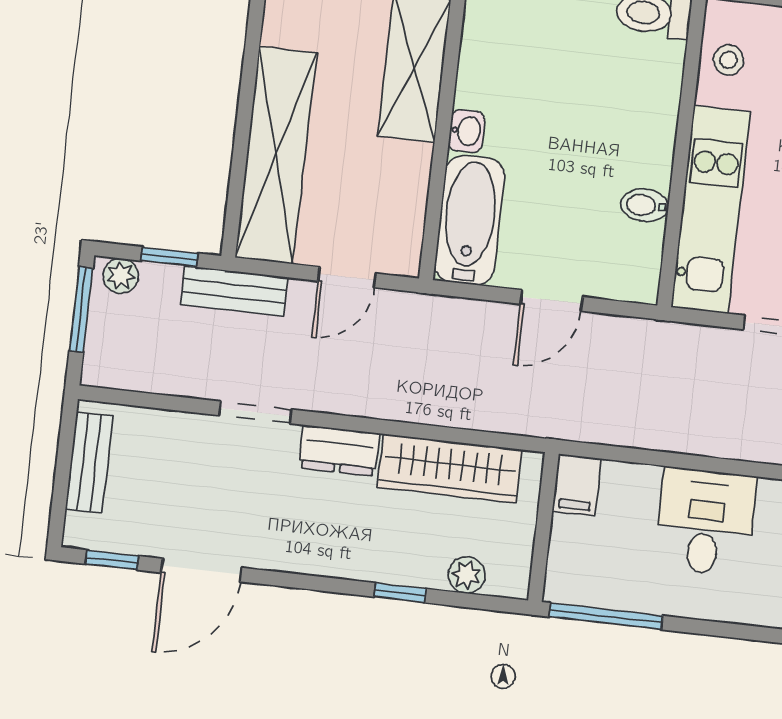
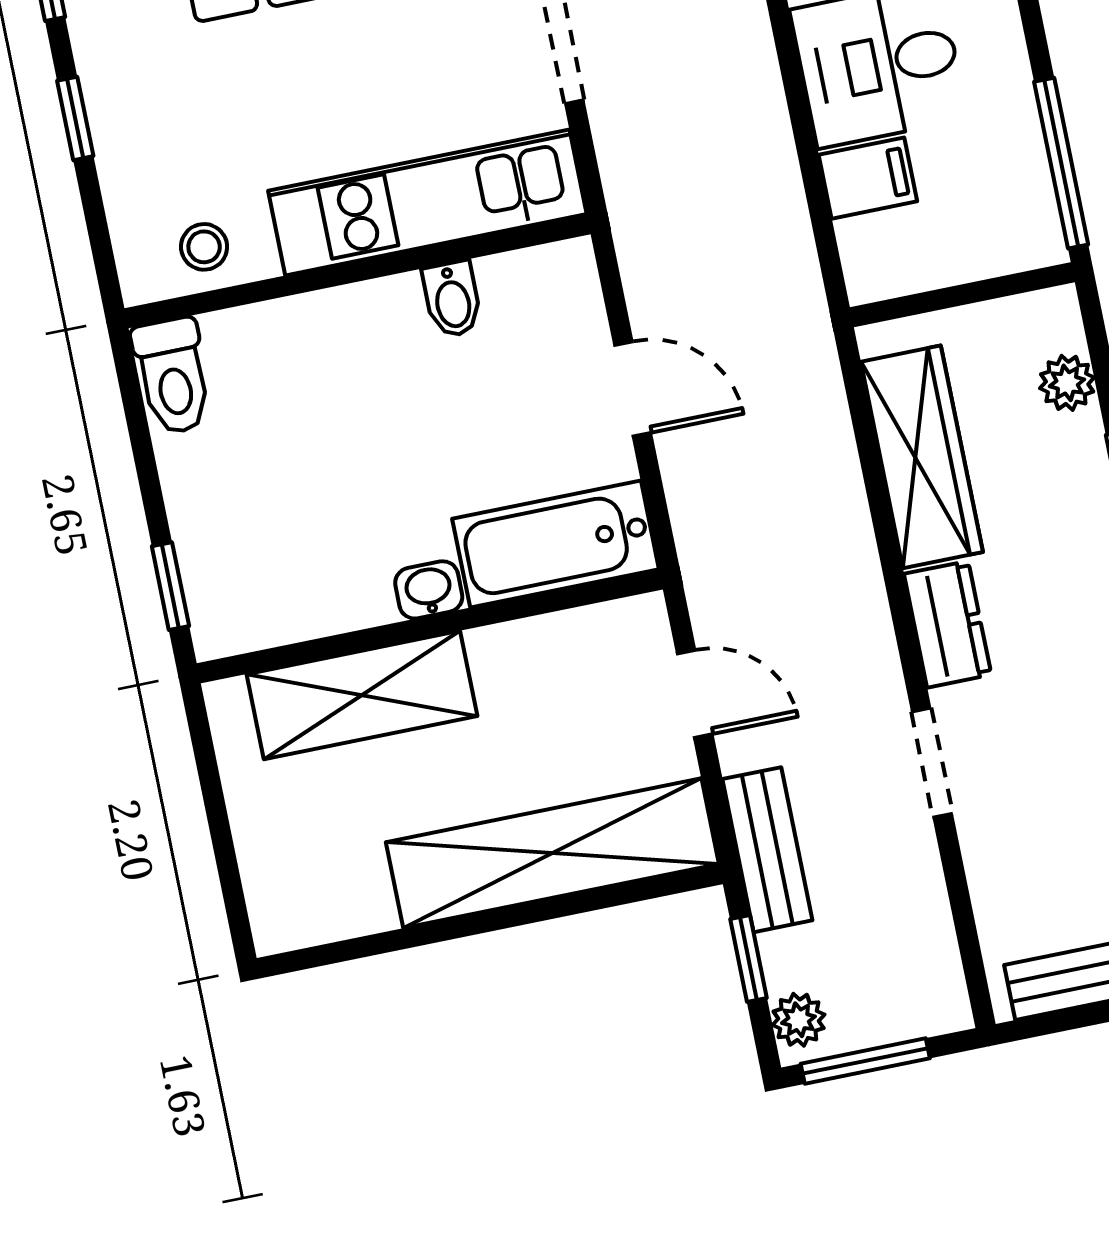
filing cabinet: (577, 485) -> (868, 178), moved

